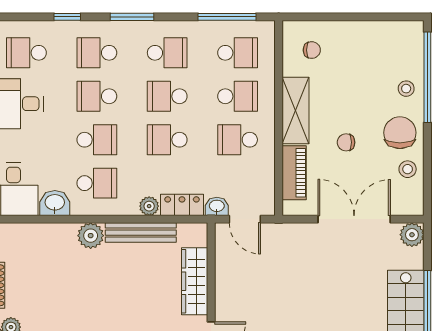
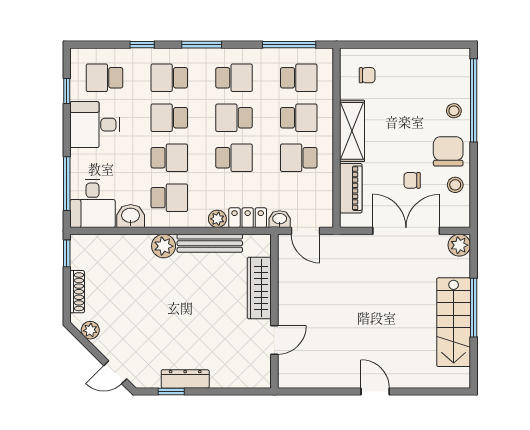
school desk: (167, 140) -> (234, 158), turned 180
chair: (346, 142) -> (412, 180), moved

